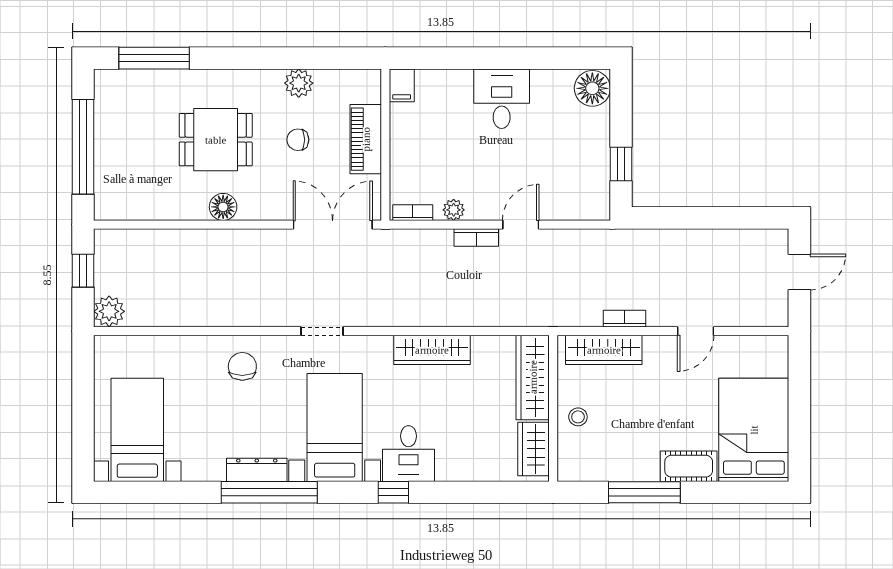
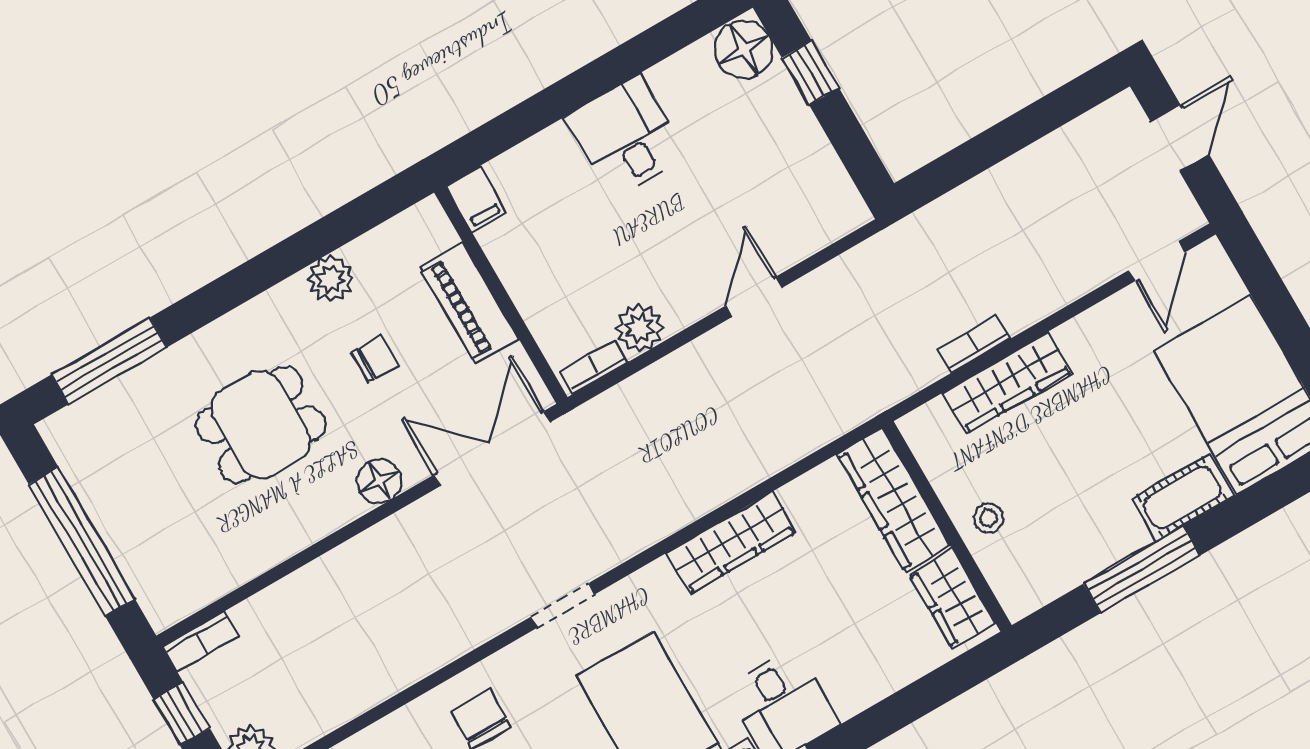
chair: (298, 140) -> (375, 359), turned 180
window: (621, 164) -> (810, 73), moved
floor lamp: (223, 207) -> (379, 481), moved
plant: (454, 210) -> (640, 328), width x1.38, depth x1.38
bookcase: (476, 237) -> (201, 641), moved
door: (696, 331) -> (1157, 261), moved
wardrobe: (604, 350) -> (1008, 383), moved

